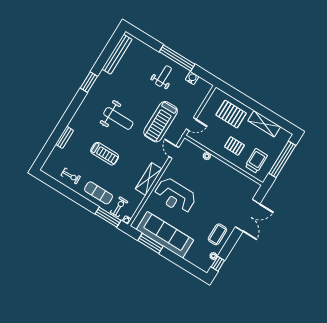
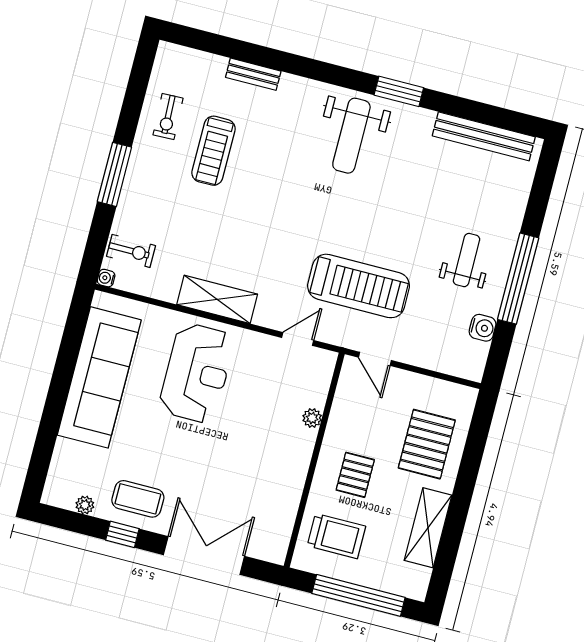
weight bench: (163, 76) -> (466, 260), turned -90
weight bench: (118, 118) -> (351, 136), moved
treadmill: (161, 122) -> (359, 286), turned 180
treadmill: (105, 154) -> (213, 151), moved
exercise mat: (99, 193) -> (149, 193), removed
reception desk: (175, 196) -> (197, 373), turned 180
double door: (248, 215) -> (204, 555), swing flipped
window: (108, 217) -> (114, 174), moved
window: (151, 243) -> (69, 350), removed
window: (218, 264) -> (122, 534), moved

